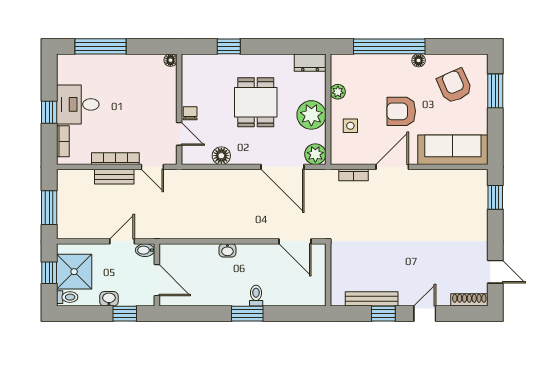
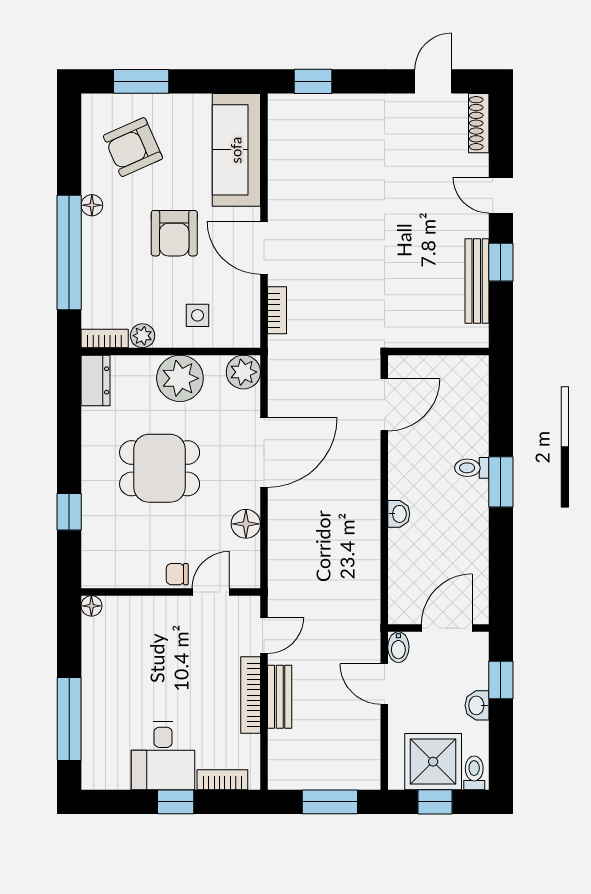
bookcase: (336, 68) -> (105, 338), added
door: (283, 167) -> (264, 453), moved

